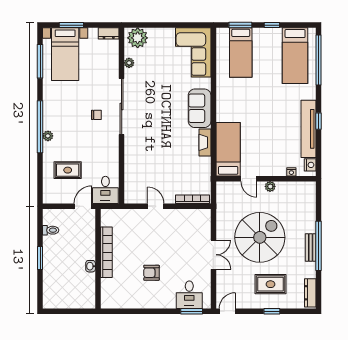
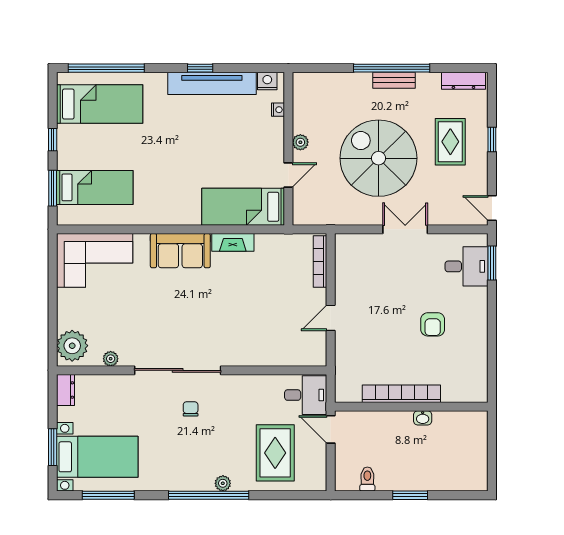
rug: (68, 170) -> (275, 453), width x1.36, depth x1.43

